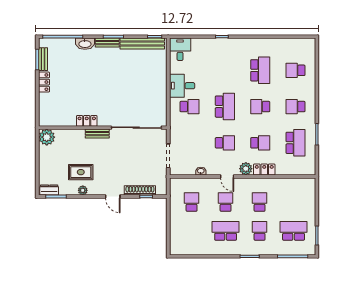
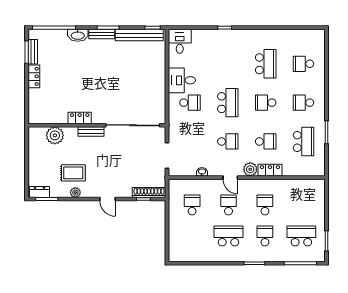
plant: (47, 137) -> (55, 135), moved
shoe rack: (140, 190) -> (149, 192), moved

